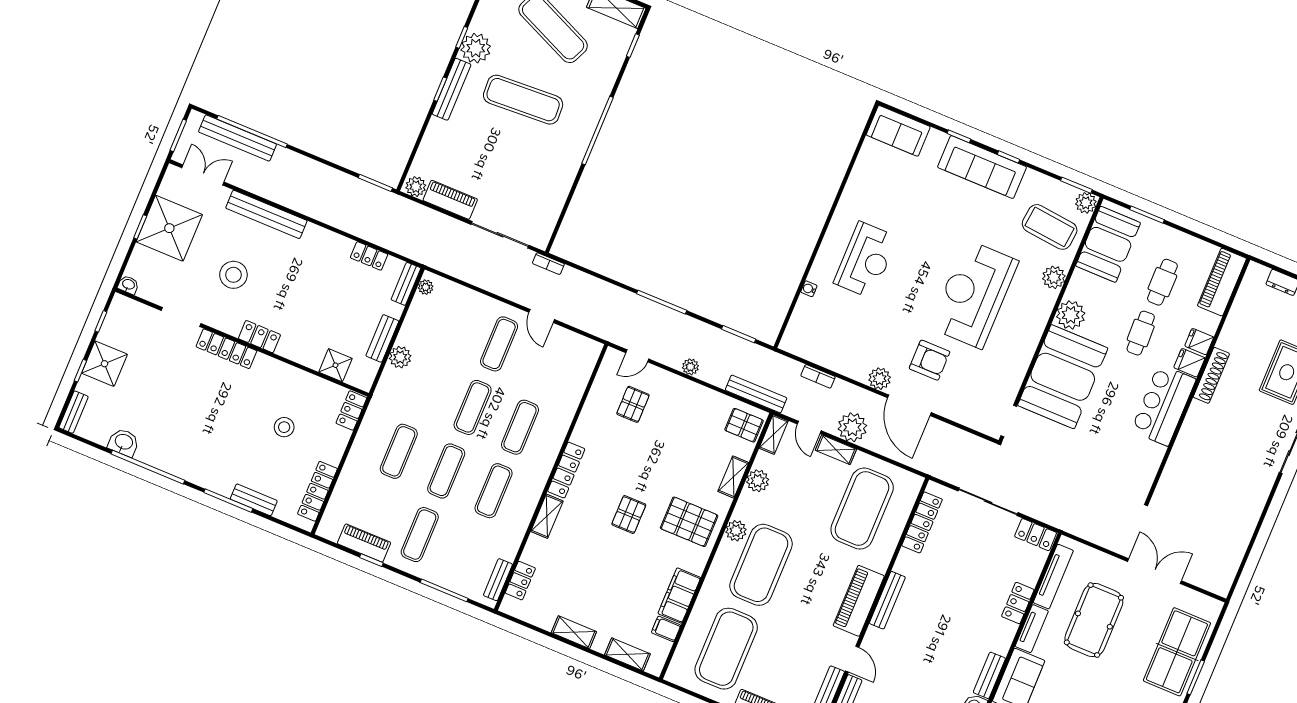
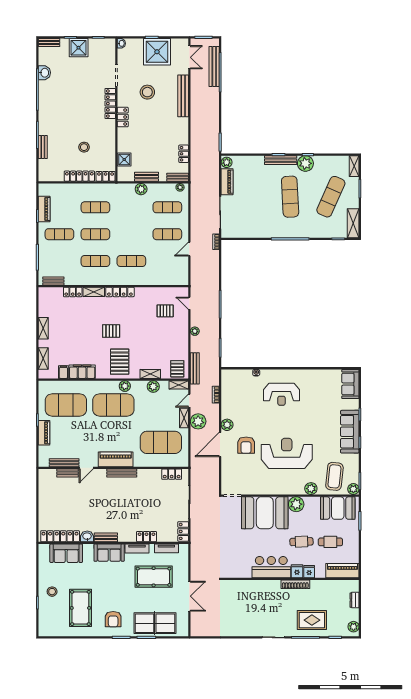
exercise mat: (473, 407) -> (167, 207), moved
locker: (317, 491) -> (79, 176), moved
locker: (922, 522) -> (172, 474), width x0.66
tv unit: (1053, 577) -> (166, 548), width x0.71
locker: (520, 581) -> (73, 292), moved

